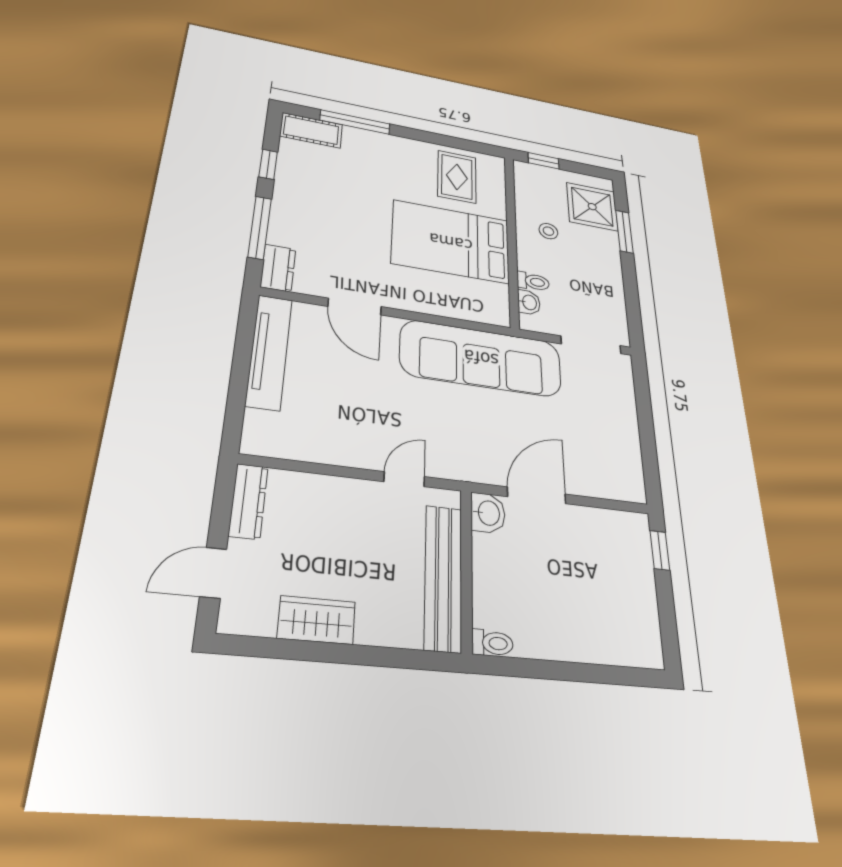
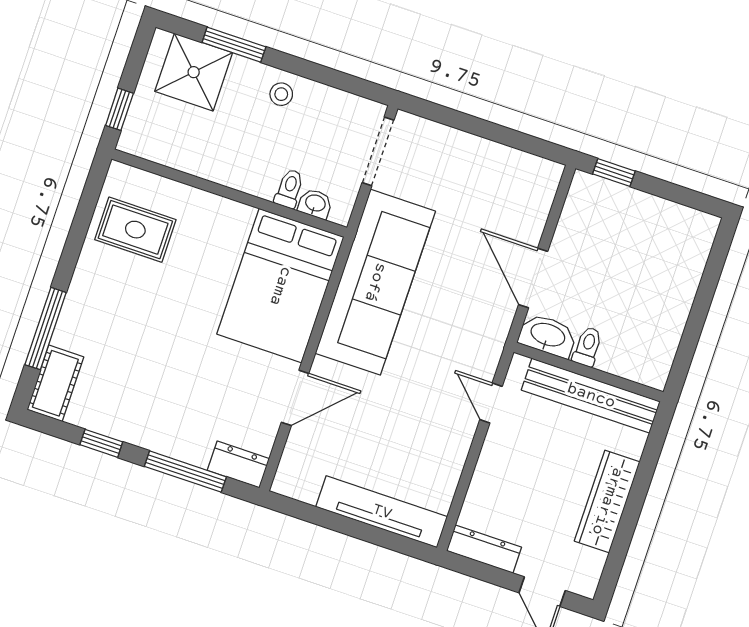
stool: (548, 231) -> (281, 94), moved
bed: (451, 242) -> (280, 286), moved
tv unit: (269, 351) -> (382, 512), moved
washbasin: (488, 513) -> (548, 336), width x1.38
wardrobe: (317, 620) -> (607, 501), width x1.50
toilet: (492, 643) -> (587, 347), moved

